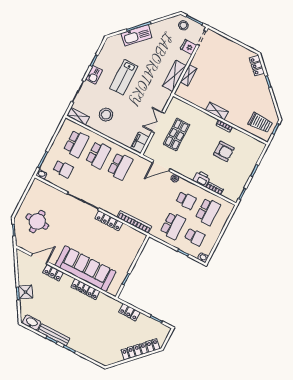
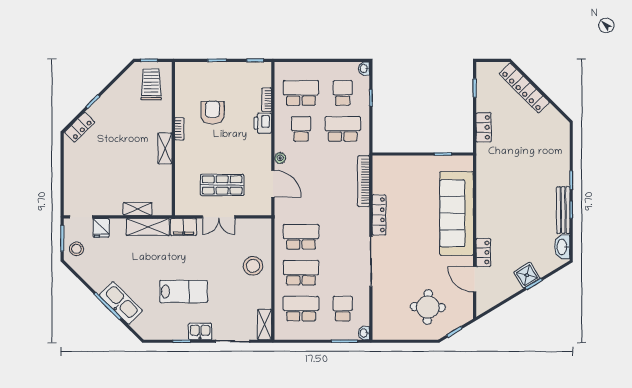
stool: (106, 115) -> (253, 266), moved
filing cabinet: (140, 142) -> (184, 227), moved
locker: (85, 289) -> (483, 200), removed

